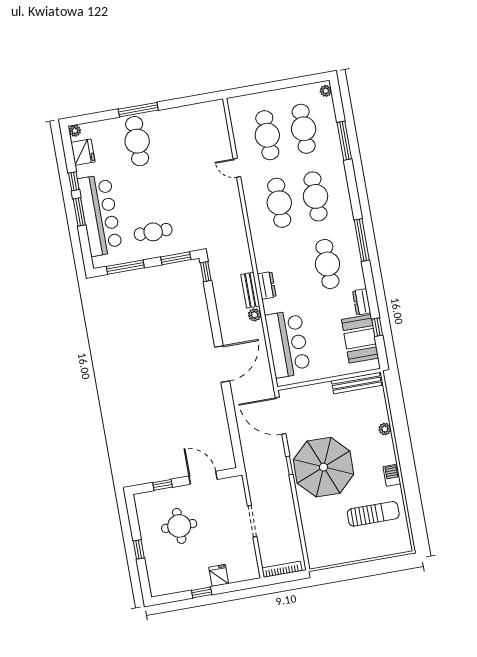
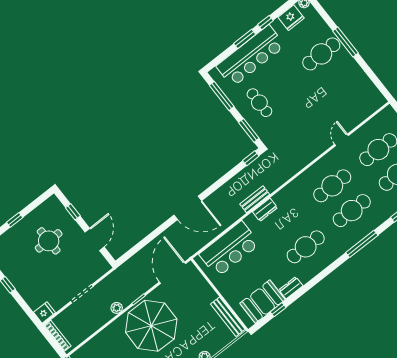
window: (362, 240) -> (362, 244), moved
plant: (255, 315) -> (117, 308), moved
fridge: (219, 575) -> (44, 312), moved

